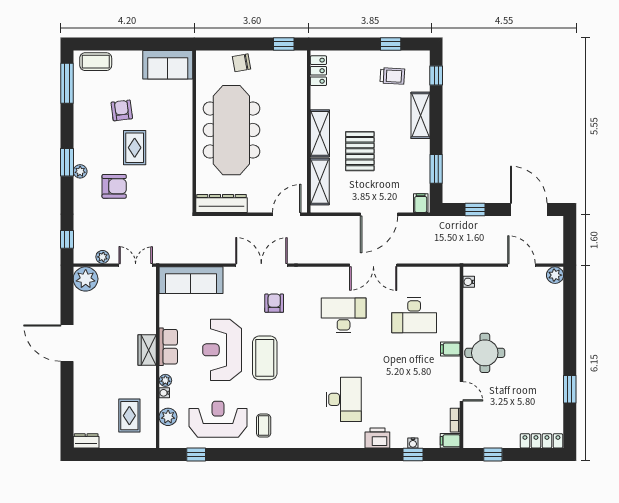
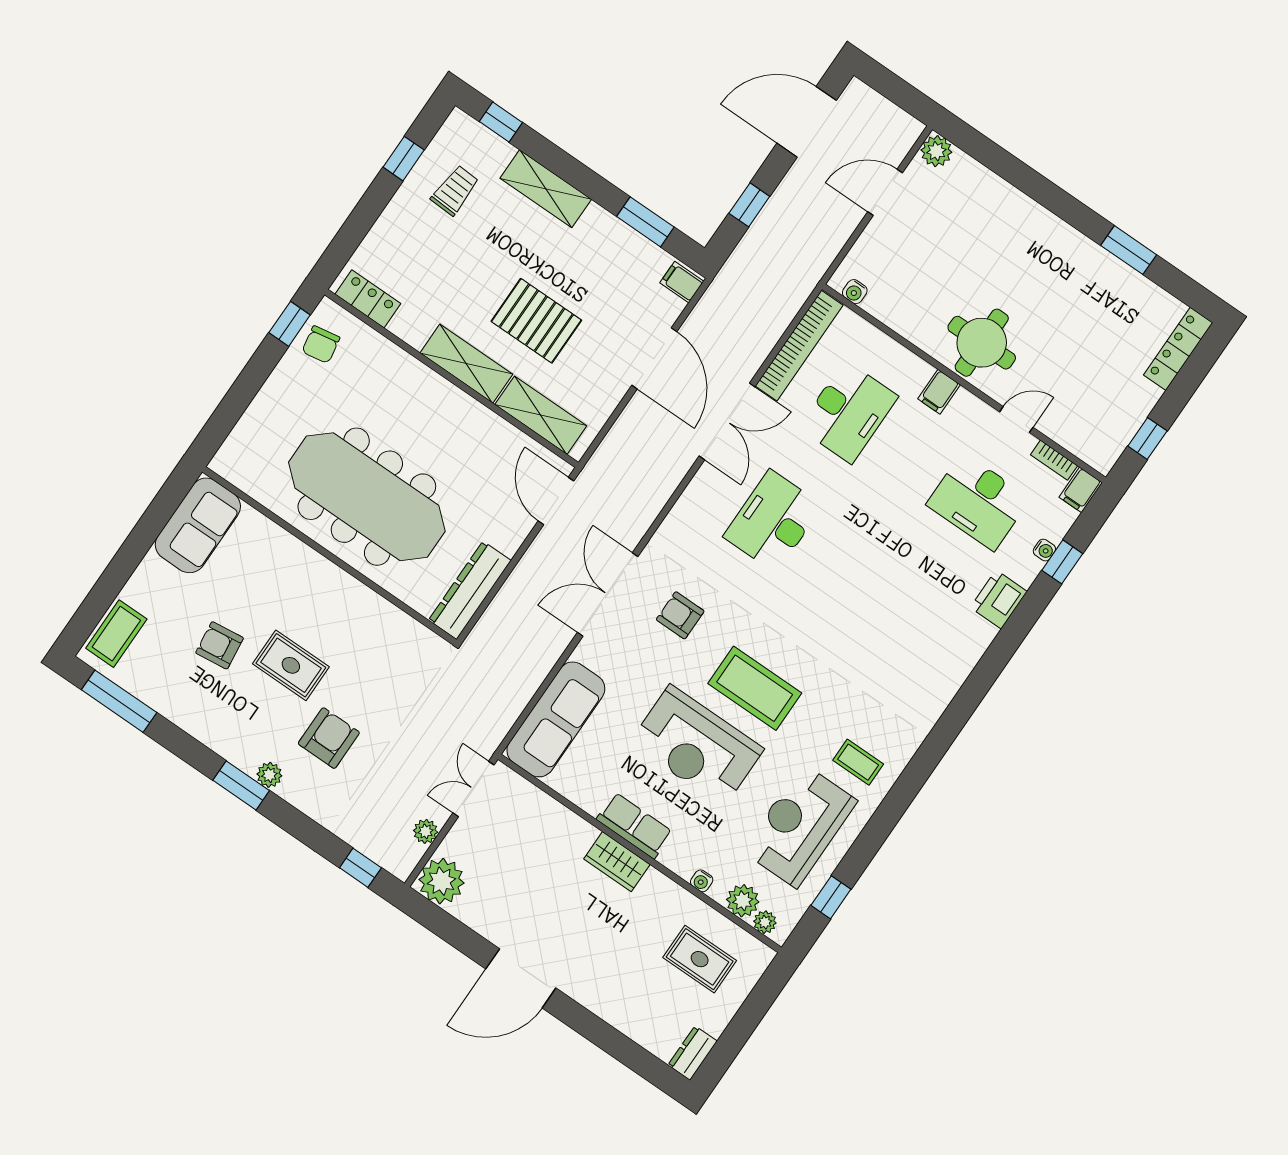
chair: (242, 63) -> (321, 345), moved
bookcase: (428, 274) -> (799, 346), added
plant: (165, 380) -> (765, 922), moved
desk: (344, 399) -> (978, 502), moved, turned 180

